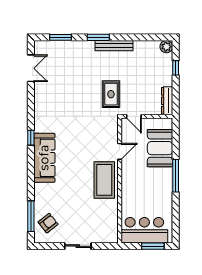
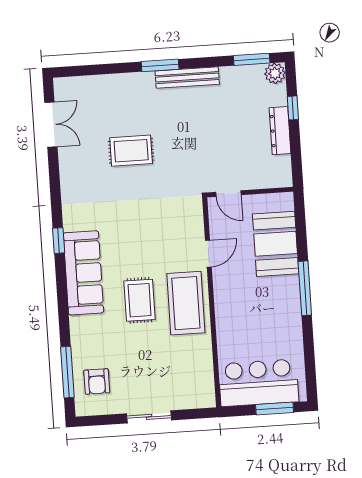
window: (60, 37) -> (252, 59), moved
rug: (111, 94) -> (131, 151), moved, turned 90
dresser: (167, 101) -> (280, 131), moved
rug: (77, 176) -> (140, 300), added
armchair: (48, 223) -> (97, 381), turned 128

